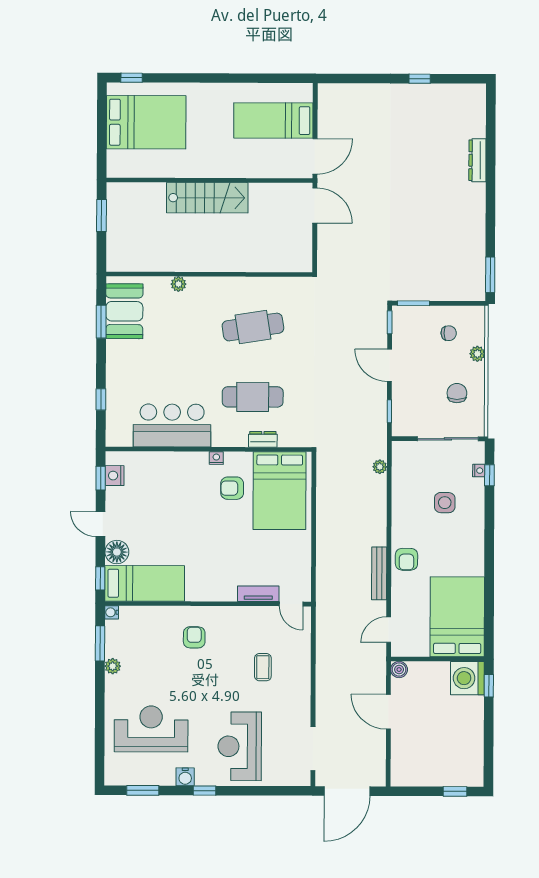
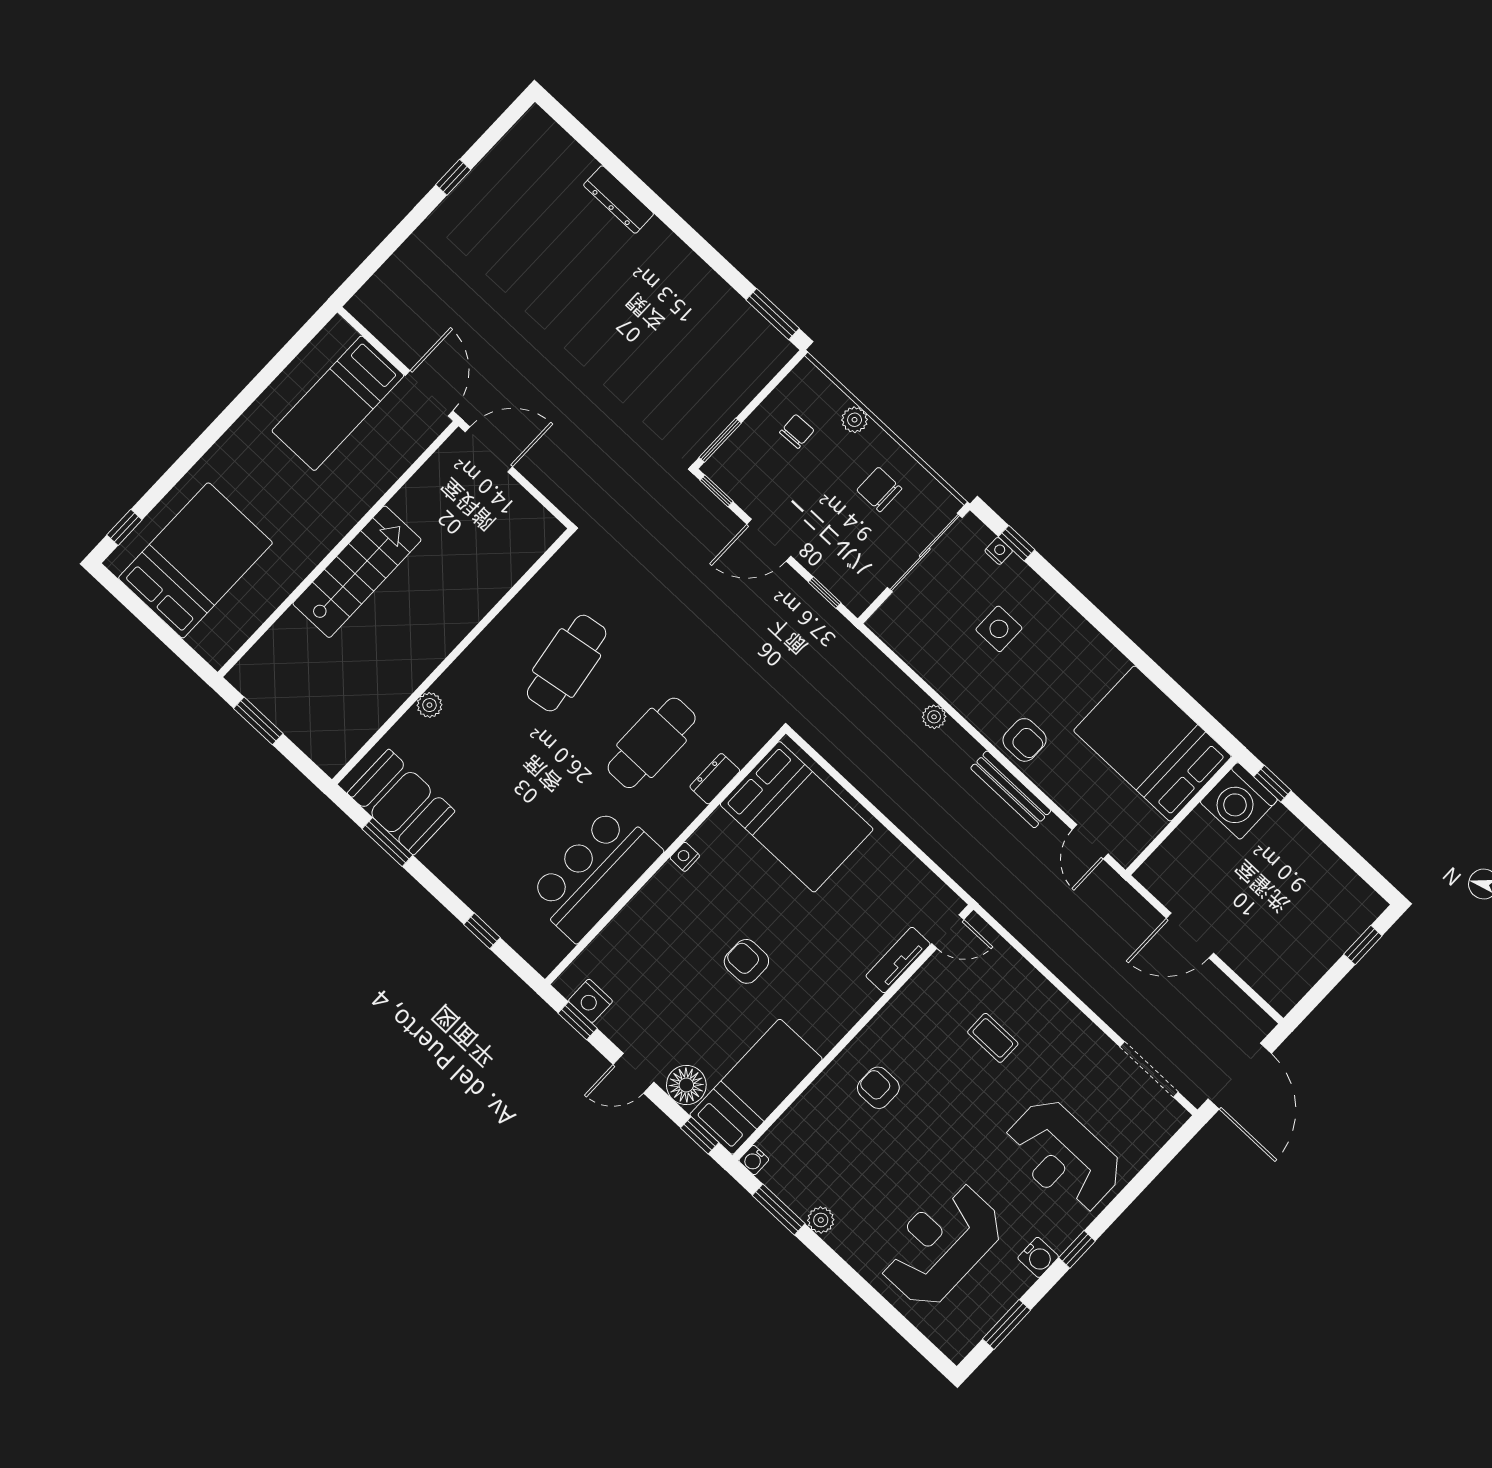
plant: (380, 467) -> (934, 717), moved
armchair: (232, 488) -> (746, 961), moved, turned 90
boiler: (399, 670) -> (1151, 874), removed

